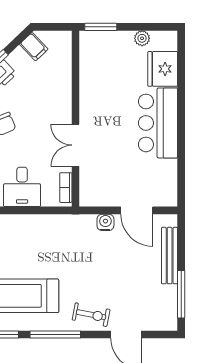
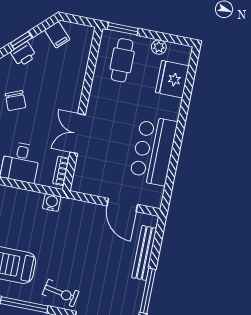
cafe table: (107, 60) -> (122, 60), added
bar counter: (158, 123) -> (154, 151), moved
water cooler: (105, 222) -> (52, 203), moved

